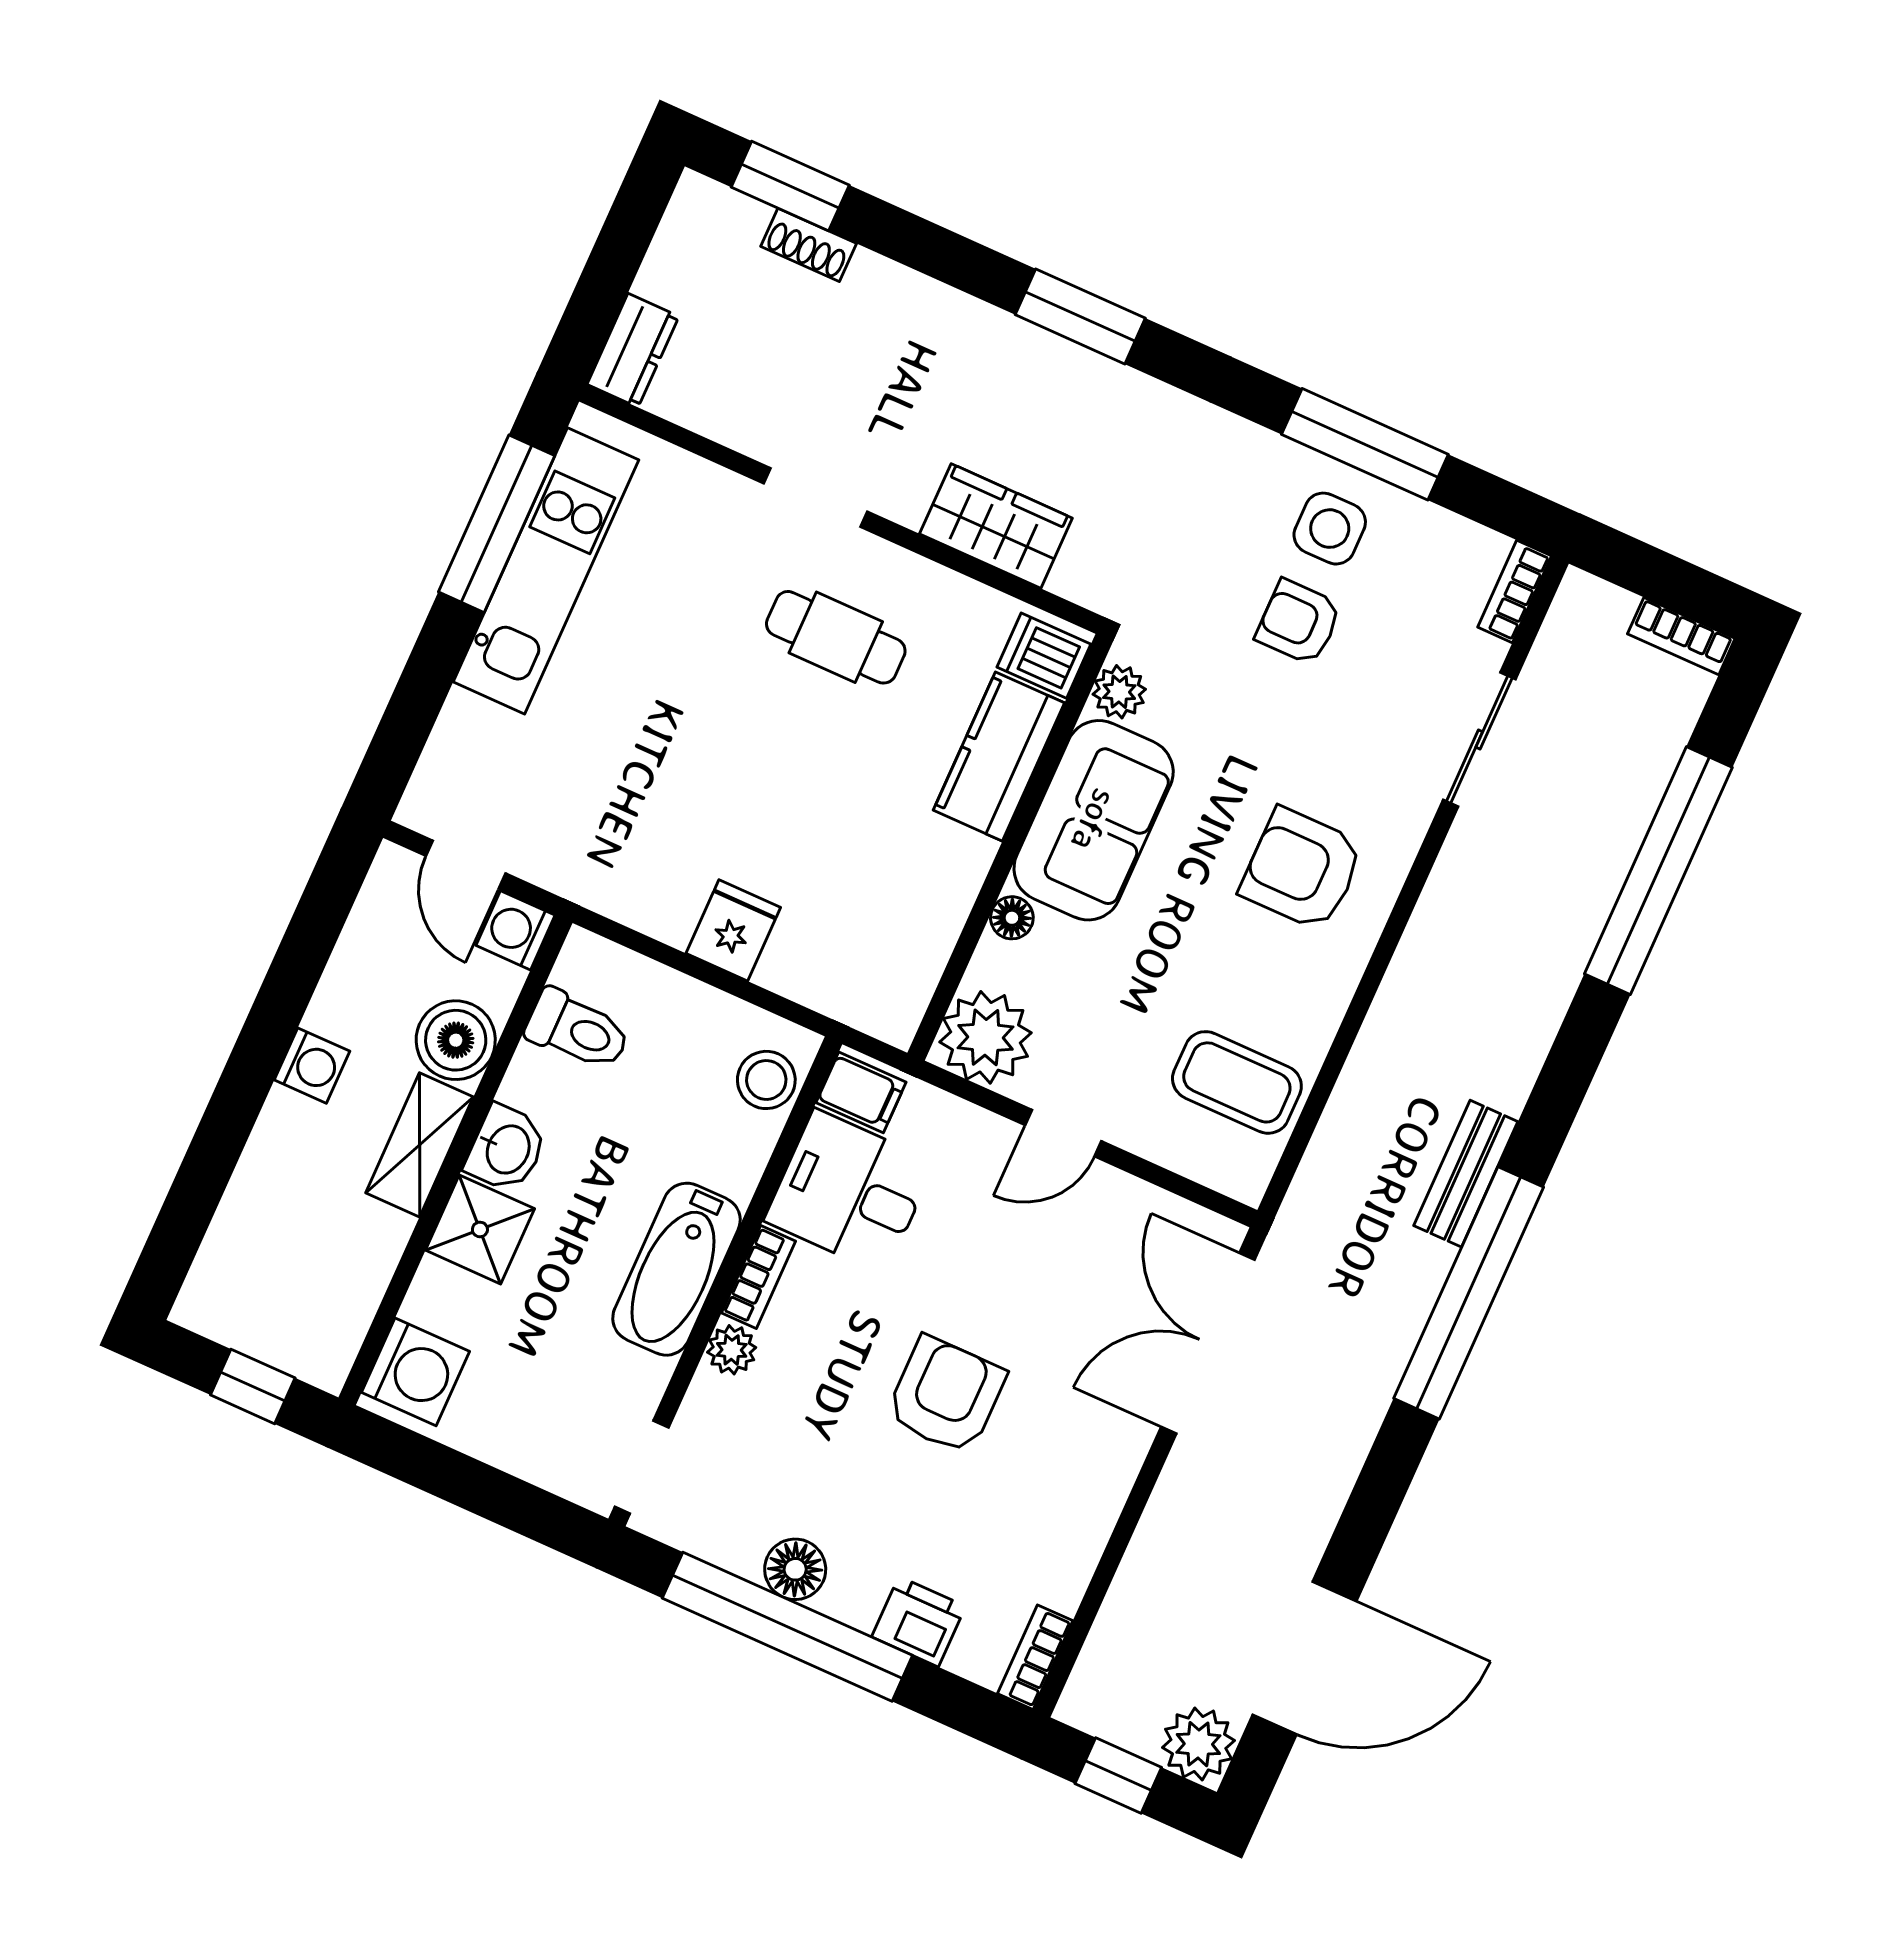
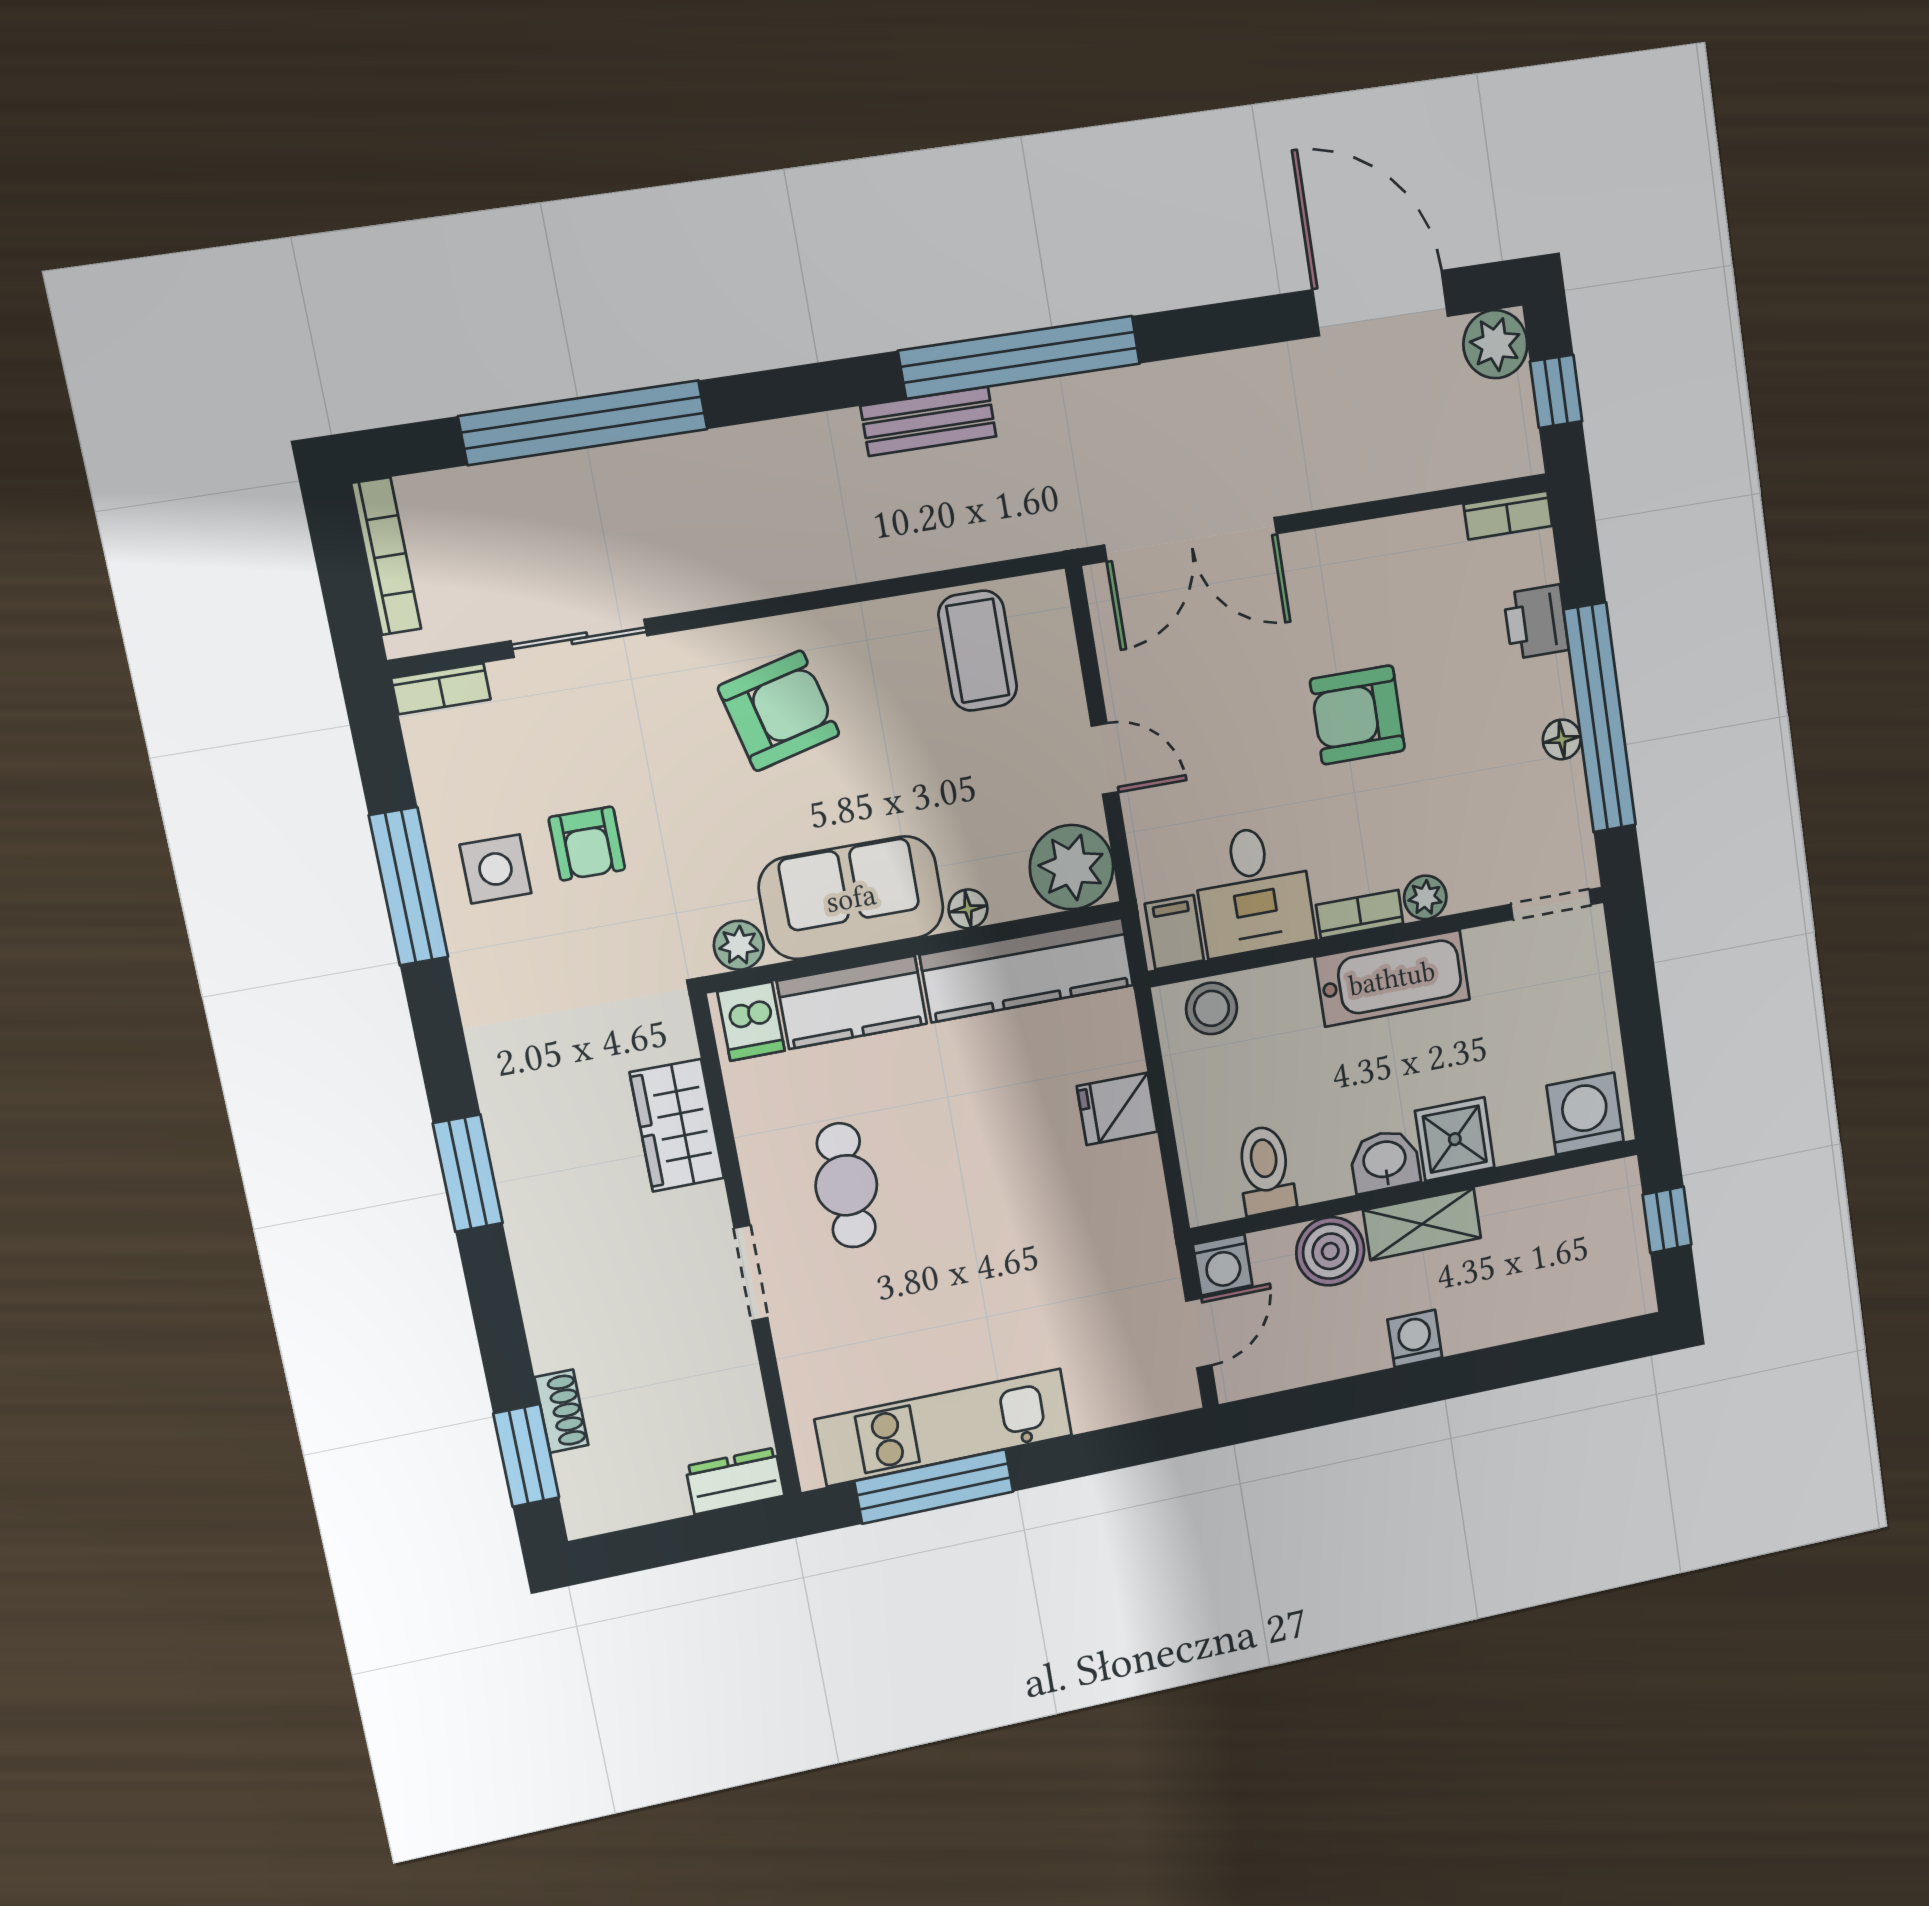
bookcase: (1681, 636) -> (386, 556), width x1.56
armchair: (1302, 869) -> (779, 711), turned -104
kitchen counter: (919, 934) -> (1027, 970), added
floor lamp: (795, 1569) -> (1562, 739), width x0.73, depth x0.73

